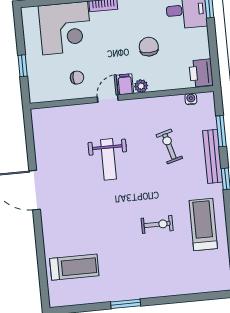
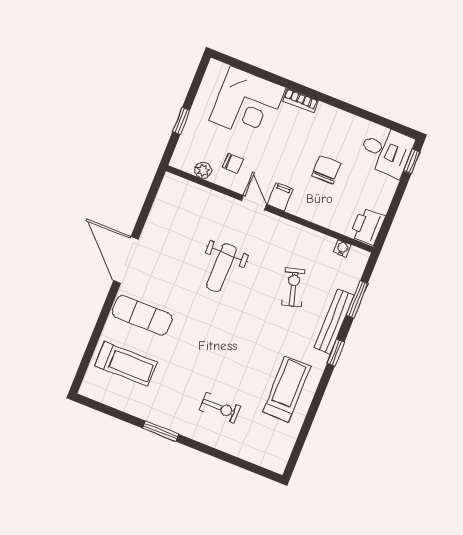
plant: (141, 86) -> (203, 170), moved
door: (108, 99) -> (254, 203), hinge flipped
exercise bike: (157, 224) -> (220, 408), moved
exercise mat: (68, 225) -> (142, 315), added

